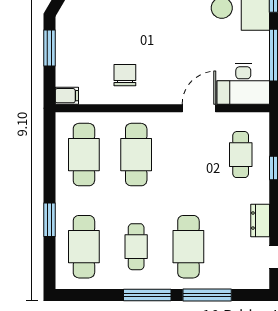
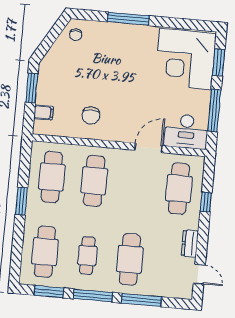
chair: (125, 75) -> (91, 116), turned 180
filing cabinet: (67, 96) -> (44, 113), moved
cafe table: (241, 155) -> (179, 189), width x1.37, depth x1.35
window: (49, 220) -> (21, 201), moved
window: (93, 295) -> (49, 292), added

